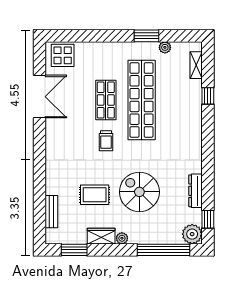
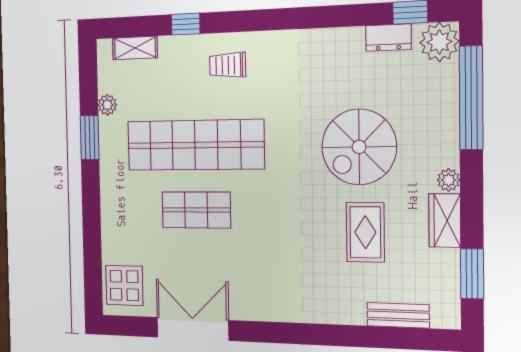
trolley: (106, 141) -> (228, 65), moved, turned 180
dresser: (196, 191) -> (388, 38), moved, width x0.70

